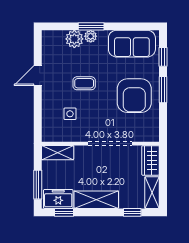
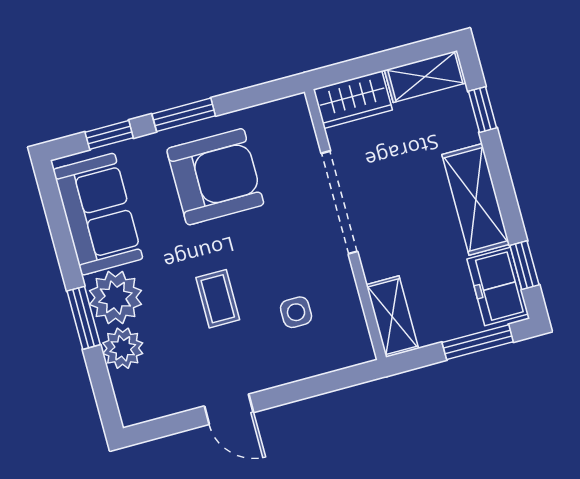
plant: (91, 36) -> (115, 298), width x1.88, depth x1.88

